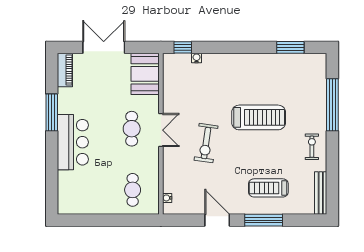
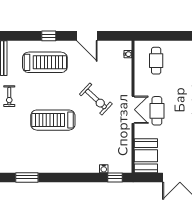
double door: (161, 130) -> (133, 110), swing flipped
exercise bike: (206, 143) -> (96, 99), turned 125
treadmill: (268, 188) -> (45, 62), width x1.37, depth x1.38
window: (264, 220) -> (49, 36), width x0.46

